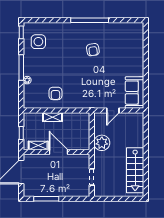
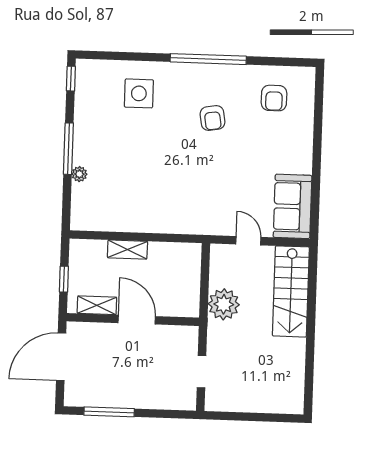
side table: (38, 42) -> (139, 93), moved
armchair: (55, 93) -> (274, 98), moved
door: (113, 111) -> (248, 241), swing flipped
stairs: (135, 170) -> (291, 291), moved

